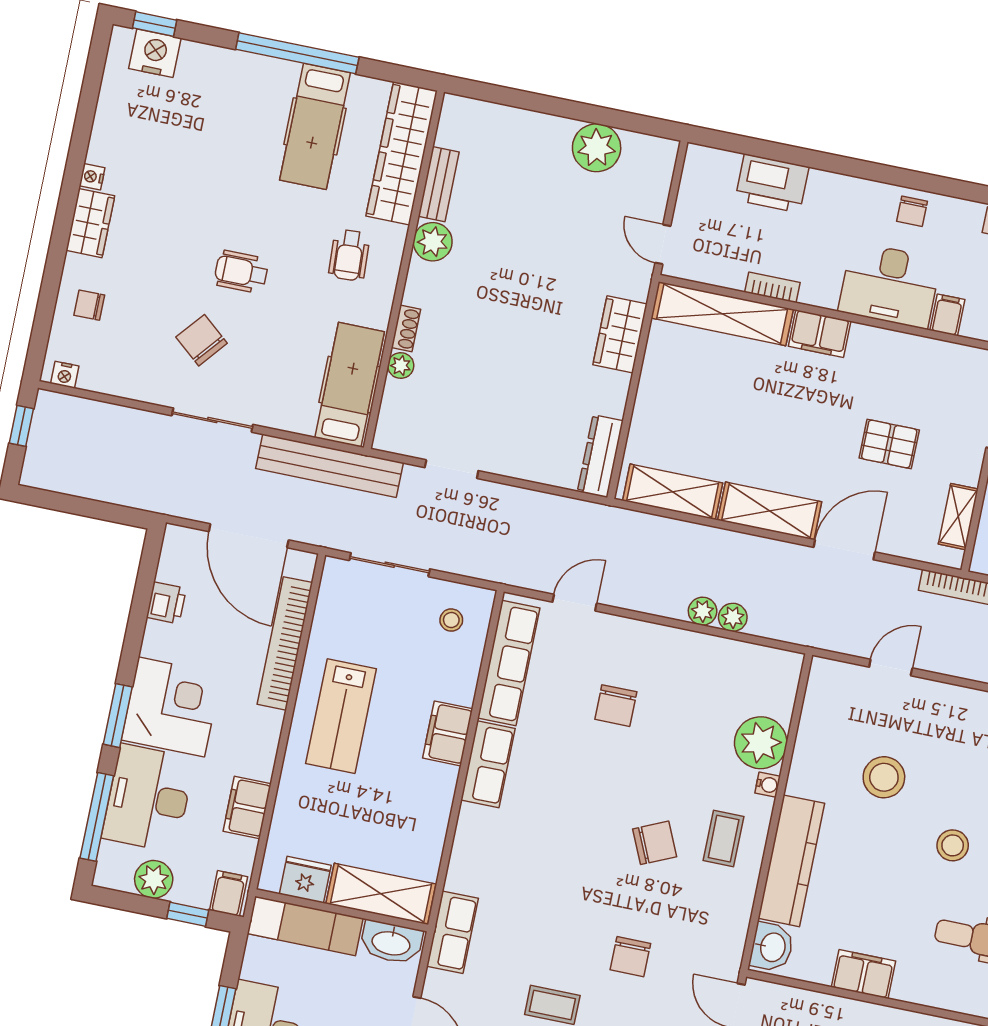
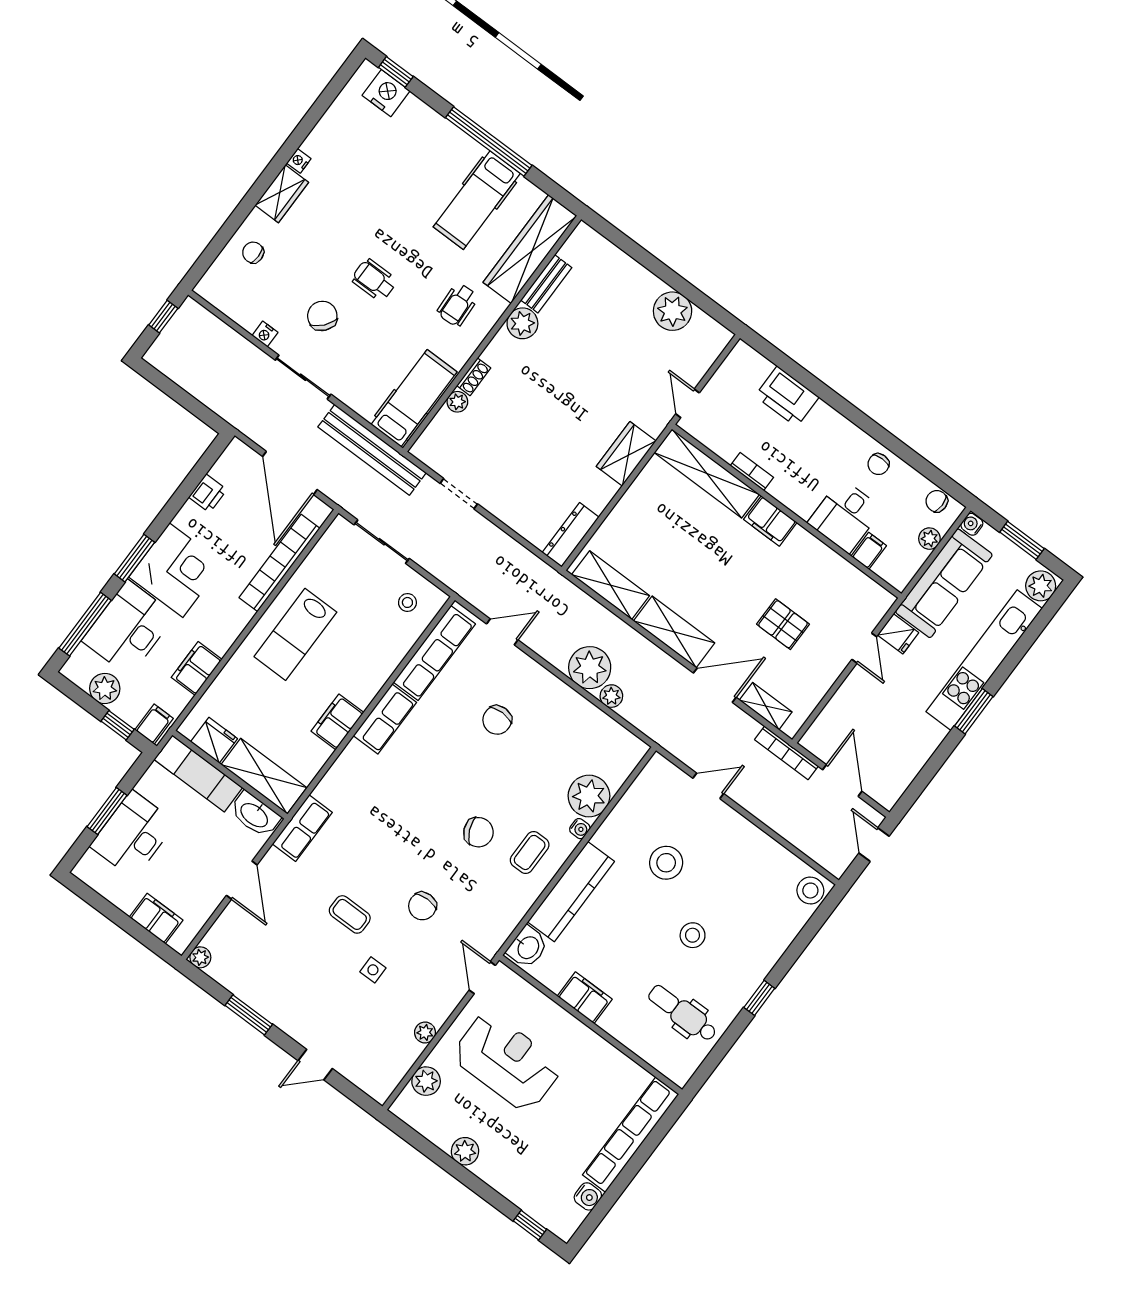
desk: (890, 285) -> (845, 516), width x0.73
nightstand: (65, 375) -> (265, 334), moved
shelving: (958, 517) -> (766, 706), moved, turned 90
plant: (703, 611) -> (590, 668), width x1.88, depth x1.88
filing cabinet: (448, 733) -> (337, 722), moved

